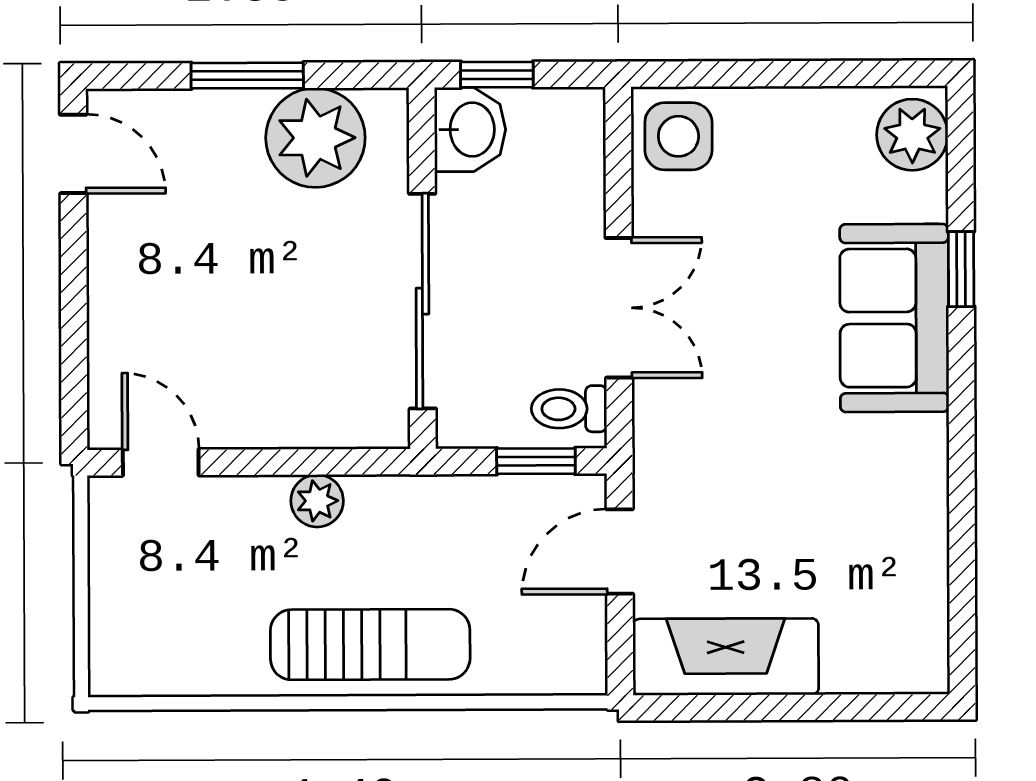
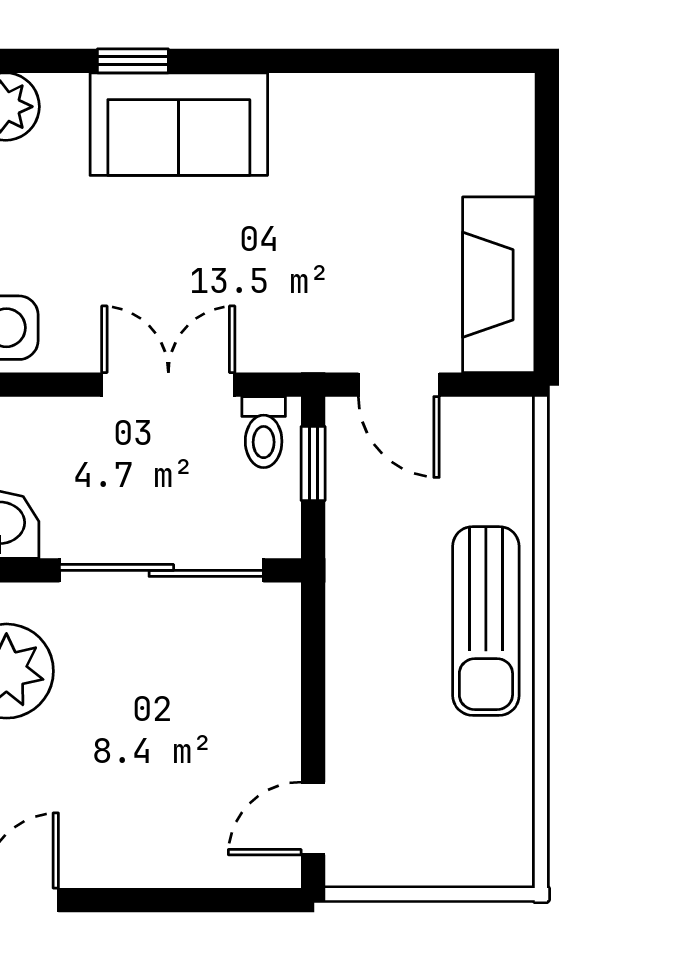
plant: (317, 501) -> (350, 671), removed
sun lounger: (370, 644) -> (486, 621), turned 180

